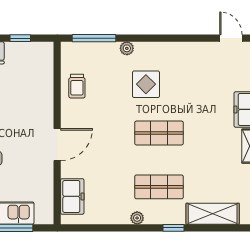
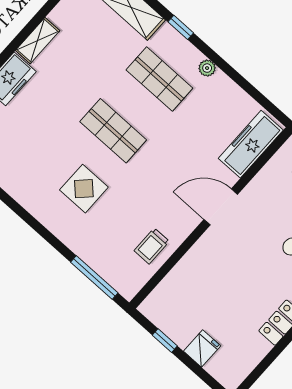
plant: (127, 48) -> (72, 239), removed
trolley: (77, 86) -> (152, 246), turned 180
freezer: (72, 196) -> (251, 144), width x1.40

